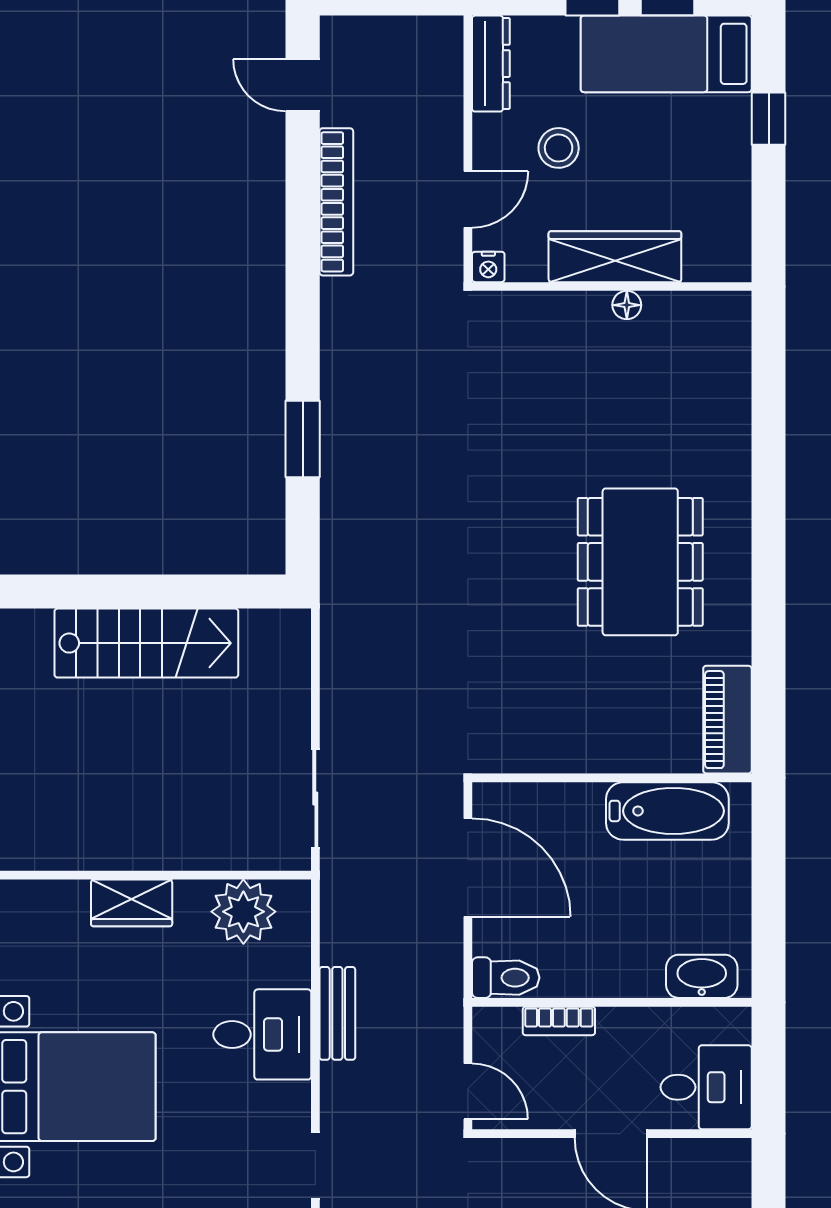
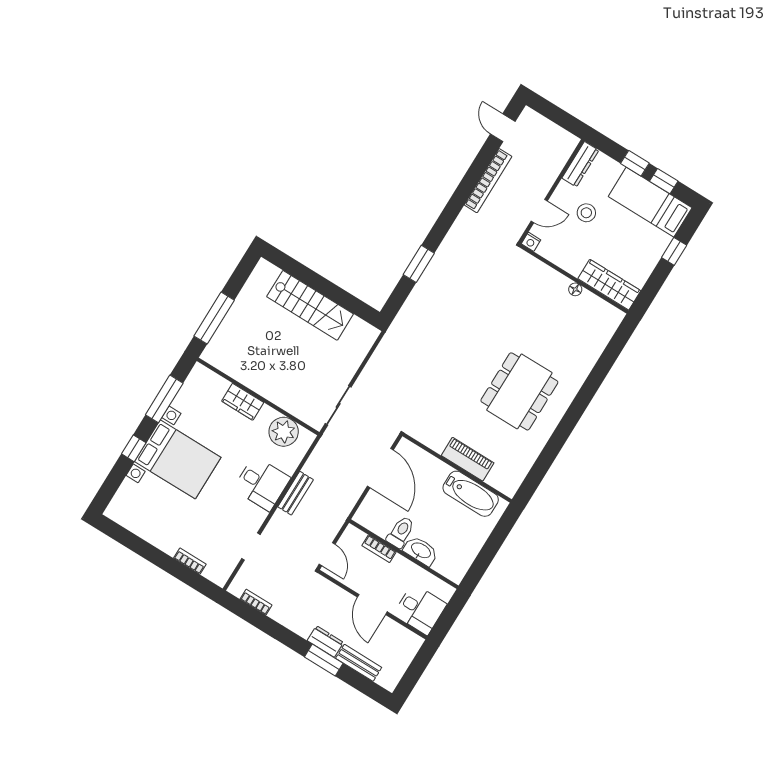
wardrobe: (615, 257) -> (609, 285), moved
piano: (727, 720) -> (468, 459), moved, turned 90
washbasin: (702, 976) -> (421, 551), moved
toilet: (506, 978) -> (401, 532), moved, turned -90

